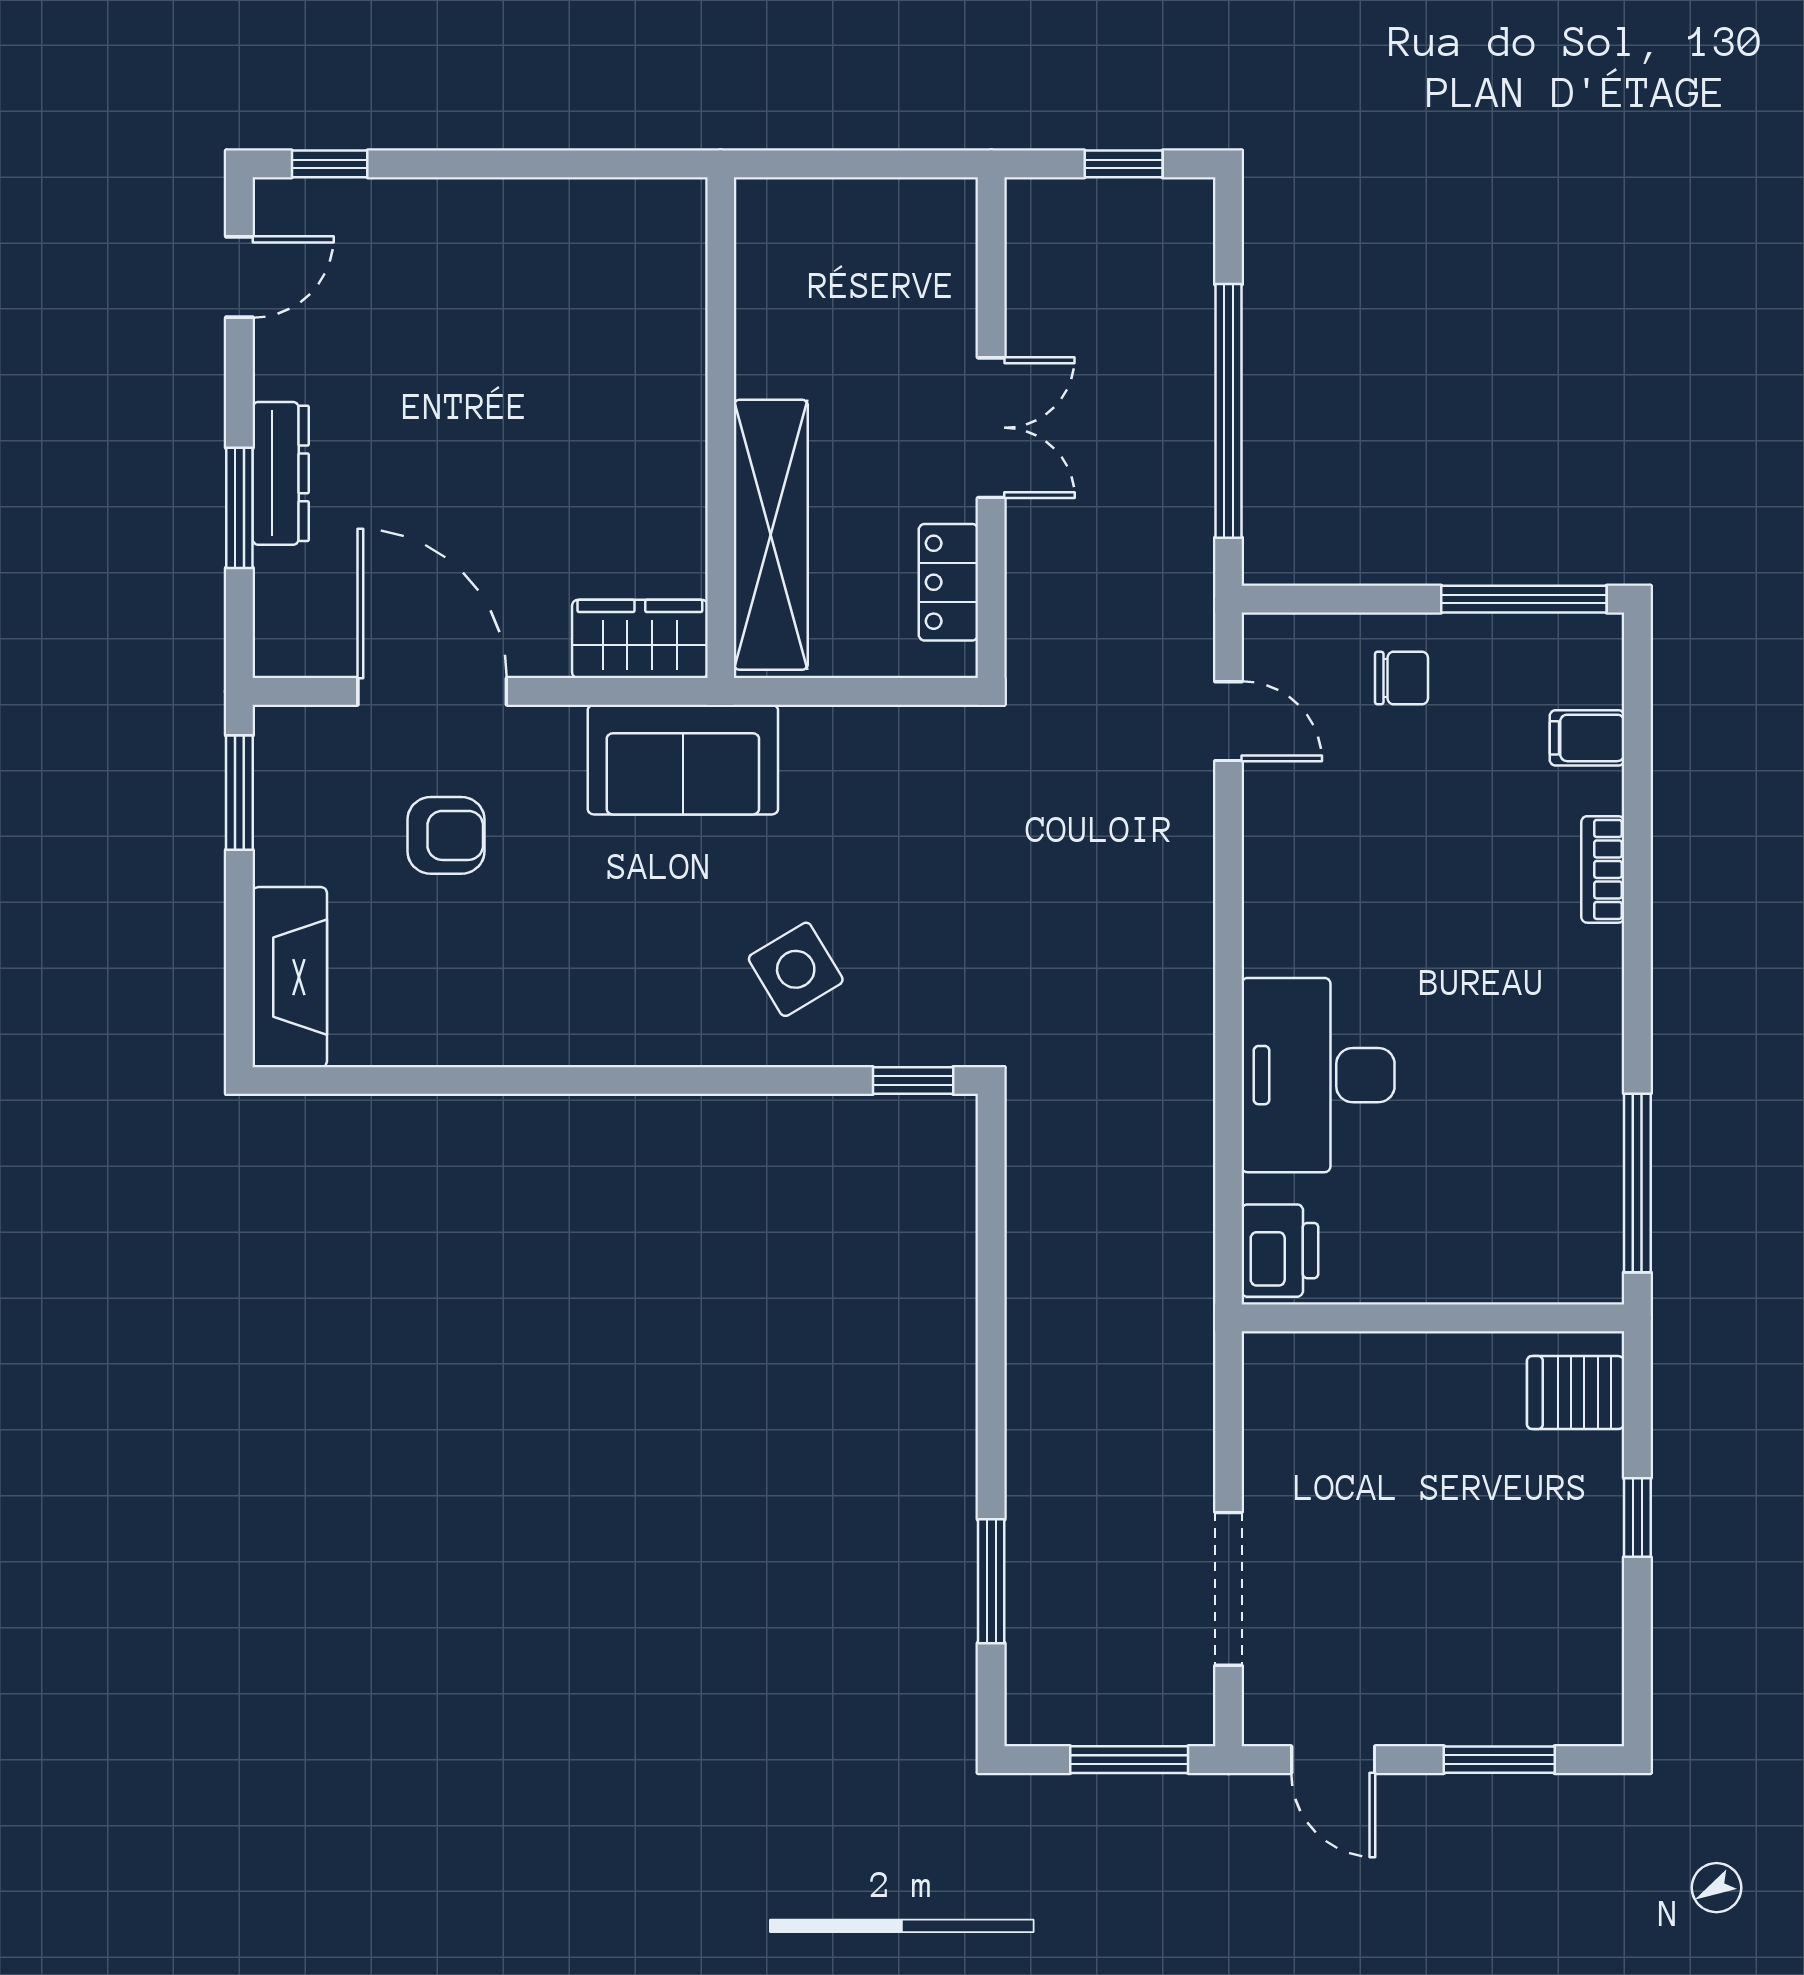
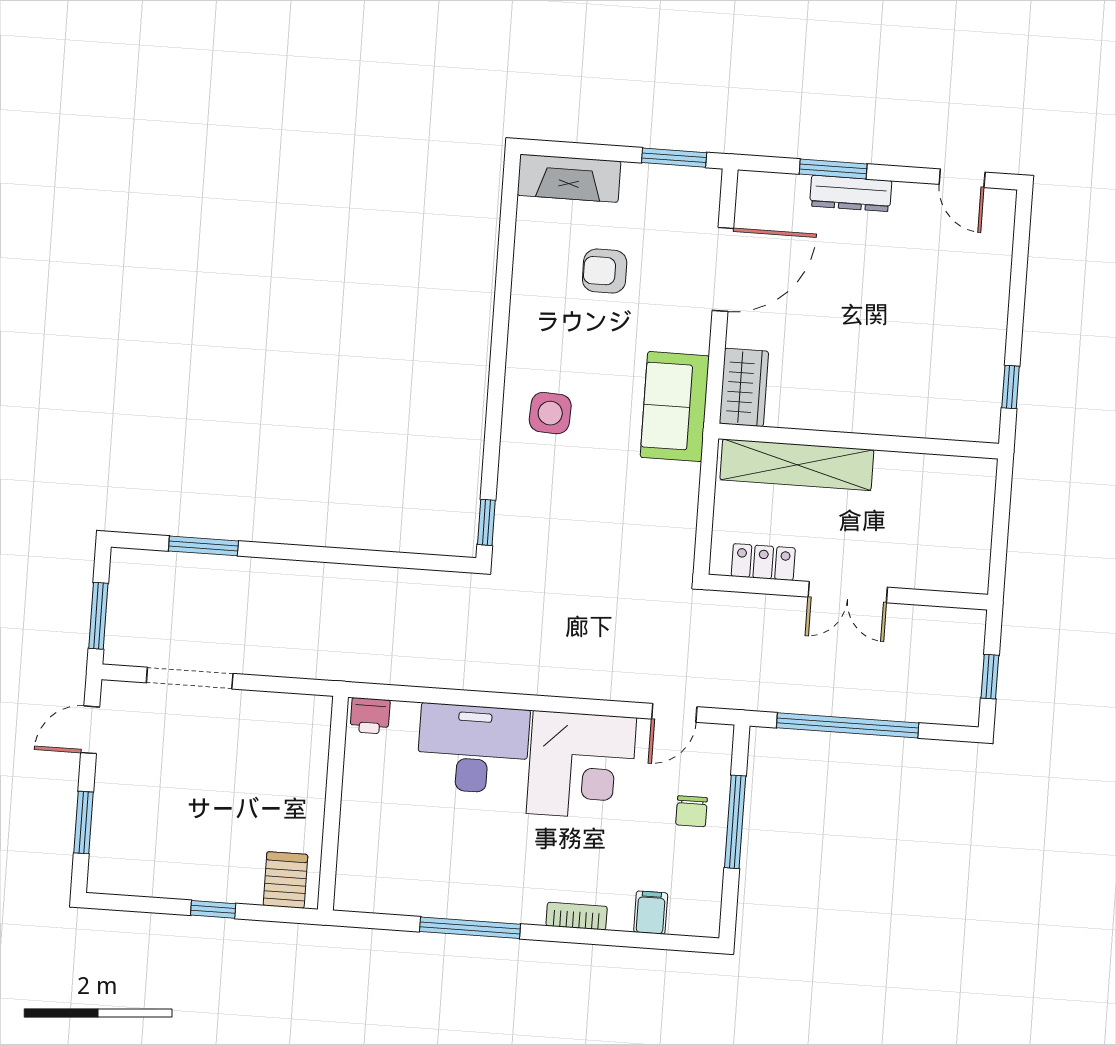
window: (330, 164) -> (1011, 387), moved
window: (1524, 599) -> (735, 822), moved
armchair: (446, 835) -> (605, 271), moved, turned 90
corner desk: (1334, 880) -> (581, 766), added
side table: (796, 969) -> (550, 413), moved, turned 34
window: (1637, 1183) -> (470, 928), moved
printer: (1280, 1251) -> (370, 716), width x0.73, depth x0.81

